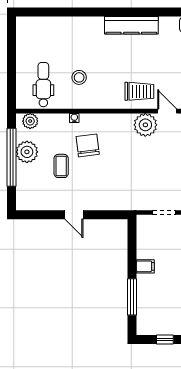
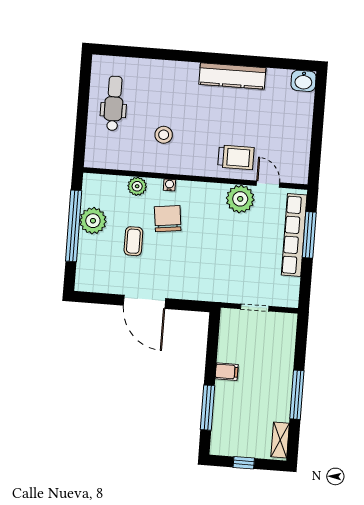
dental chair: (43, 85) -> (114, 103), moved
water cooler: (74, 118) -> (169, 185), moved
plant: (30, 121) -> (137, 186), moved
door: (74, 215) -> (144, 302), width x1.87

